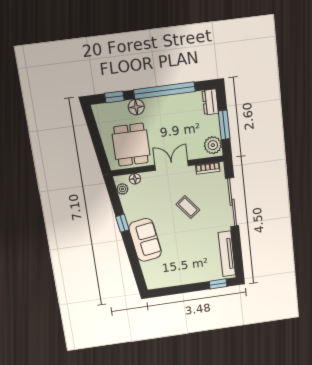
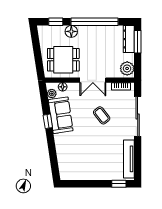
dresser: (210, 102) -> (129, 39), width x1.44
window: (224, 125) -> (138, 42), moved
dining table: (131, 145) -> (63, 60), turned 90
double door: (172, 165) -> (93, 80), swing flipped
sofa: (145, 240) -> (61, 115), moved

